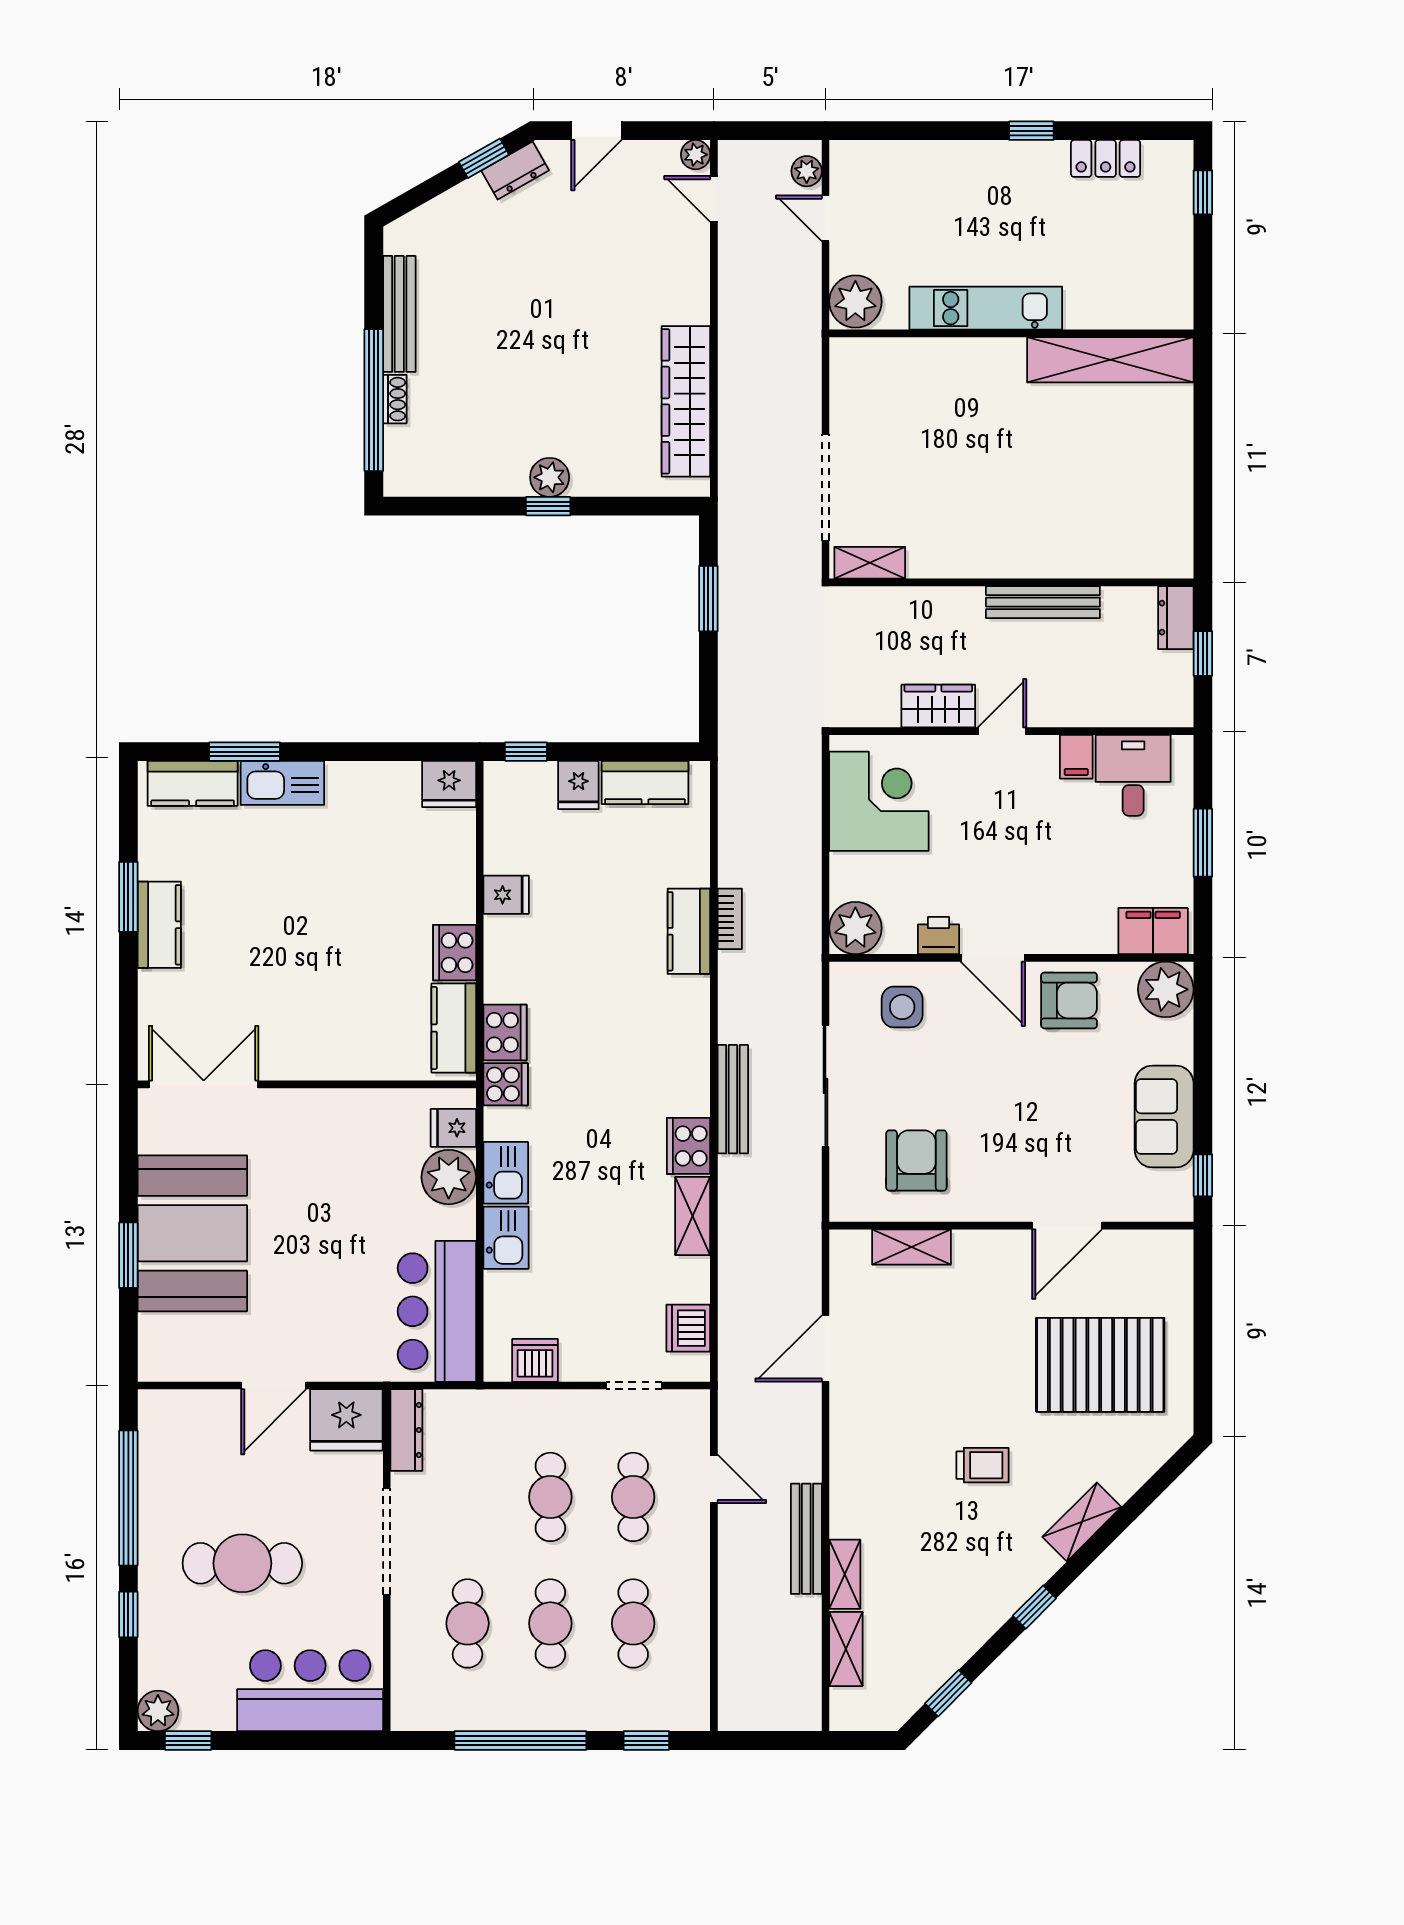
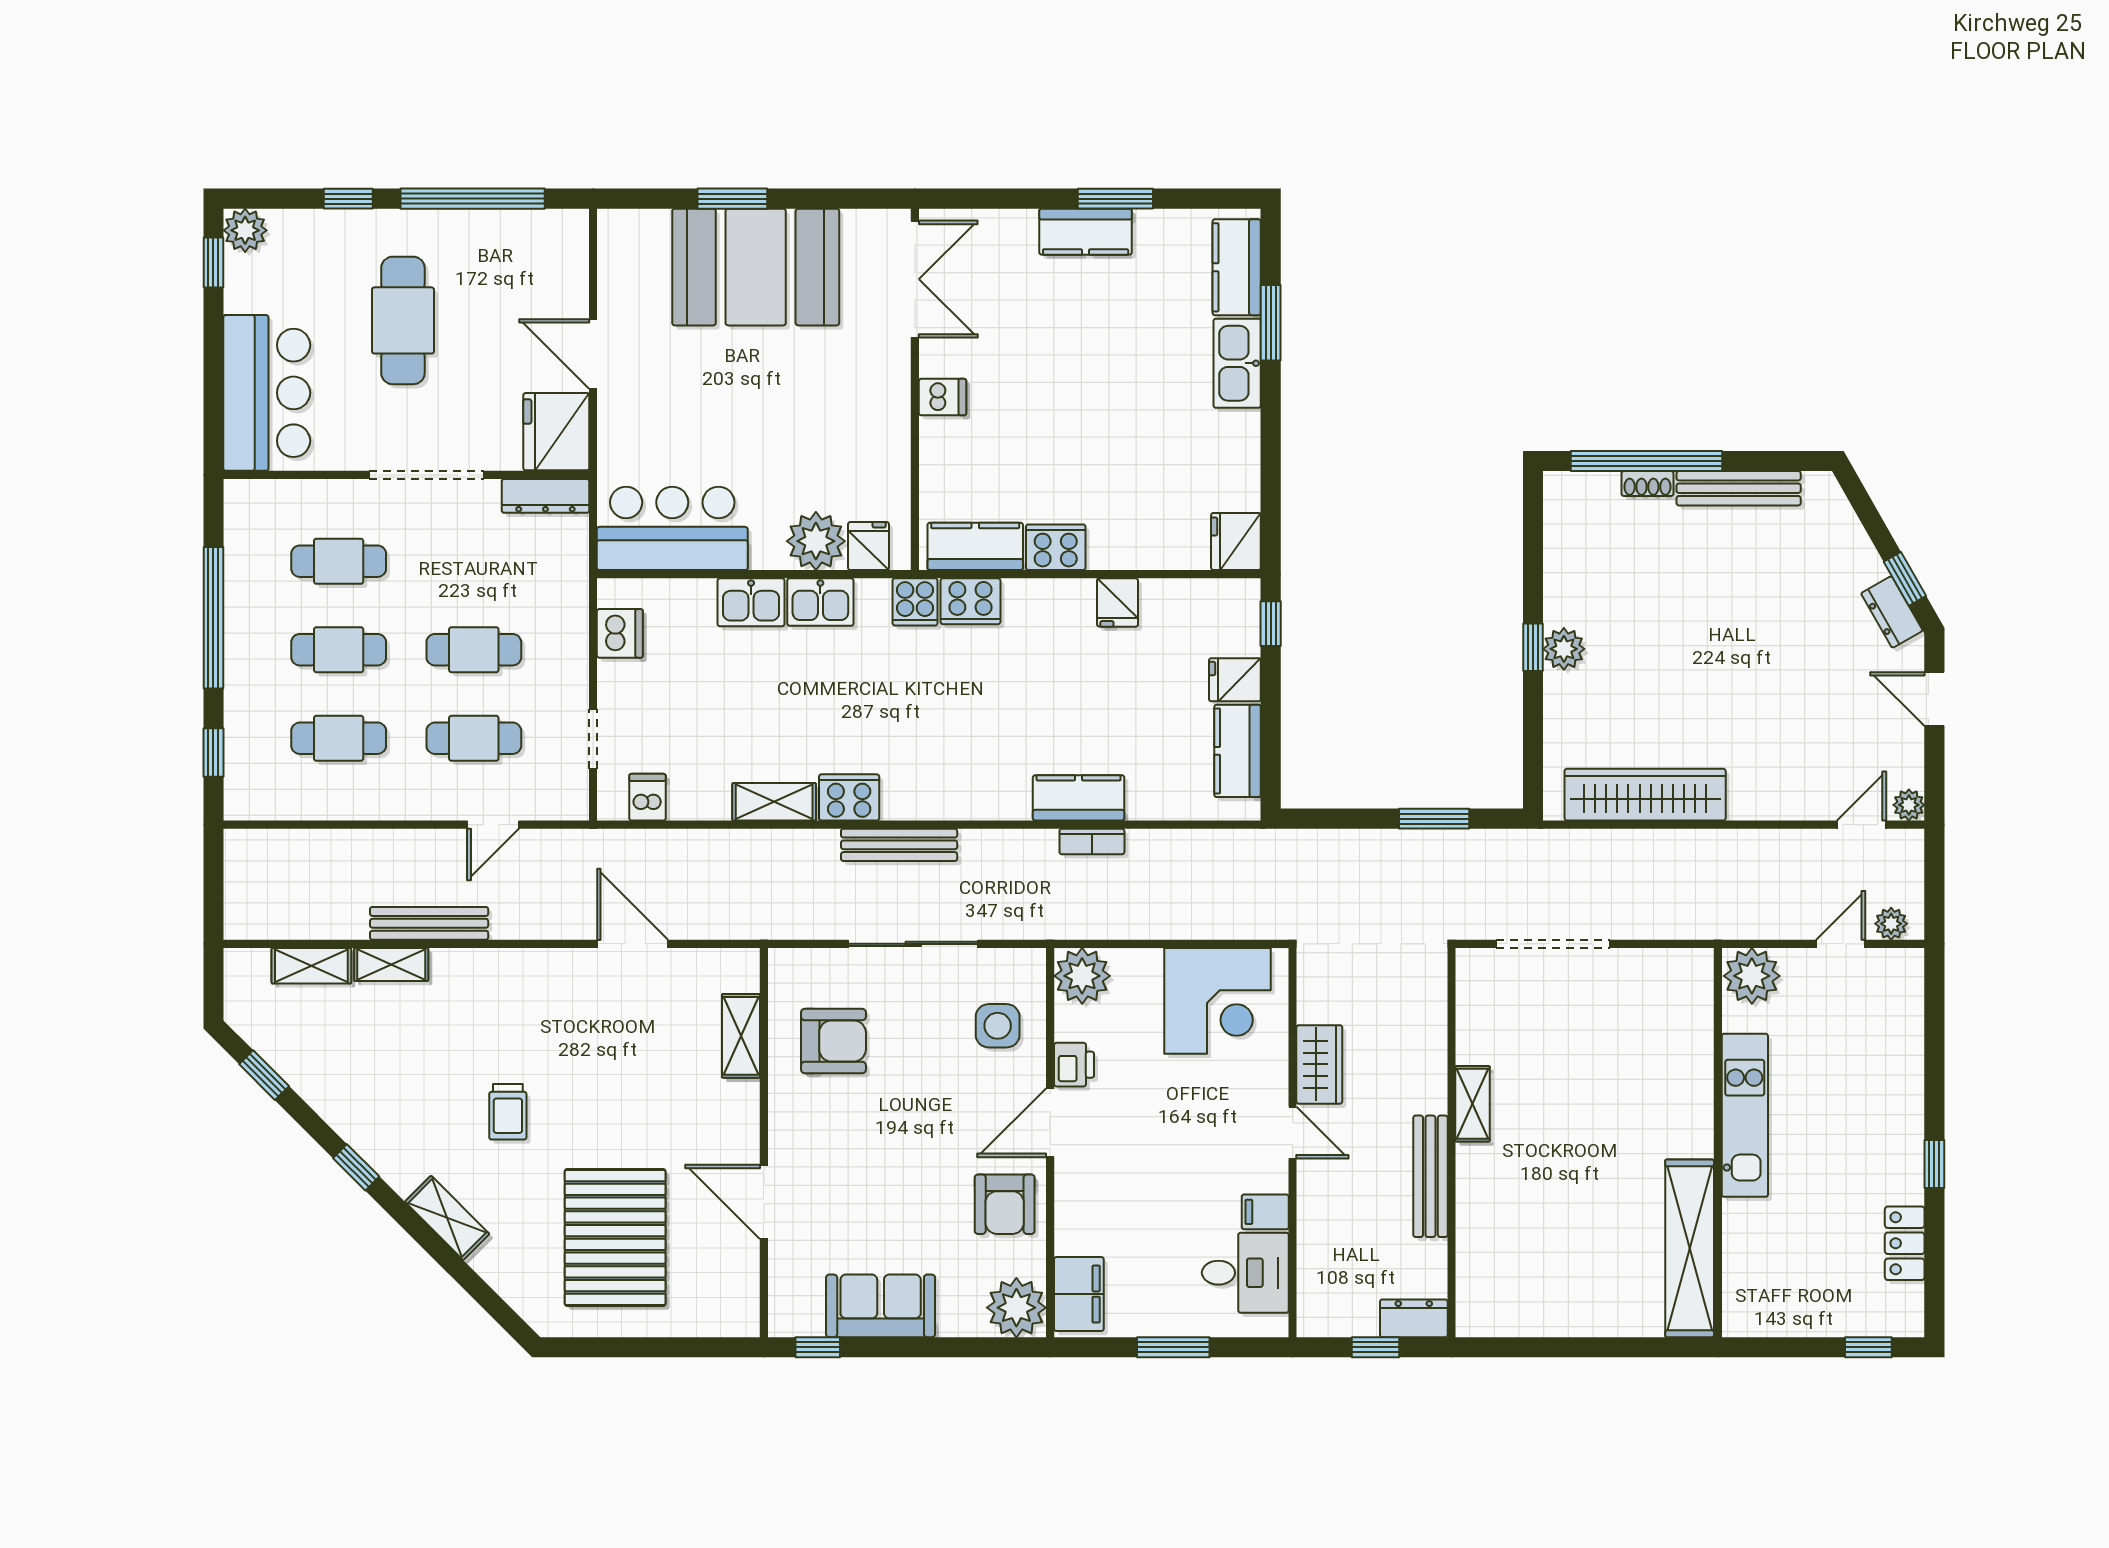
shelving: (870, 563) -> (1473, 1104), moved
dishwasher: (314, 1059) -> (943, 397), added
dishwasher: (688, 1328) -> (647, 797), width x0.73

